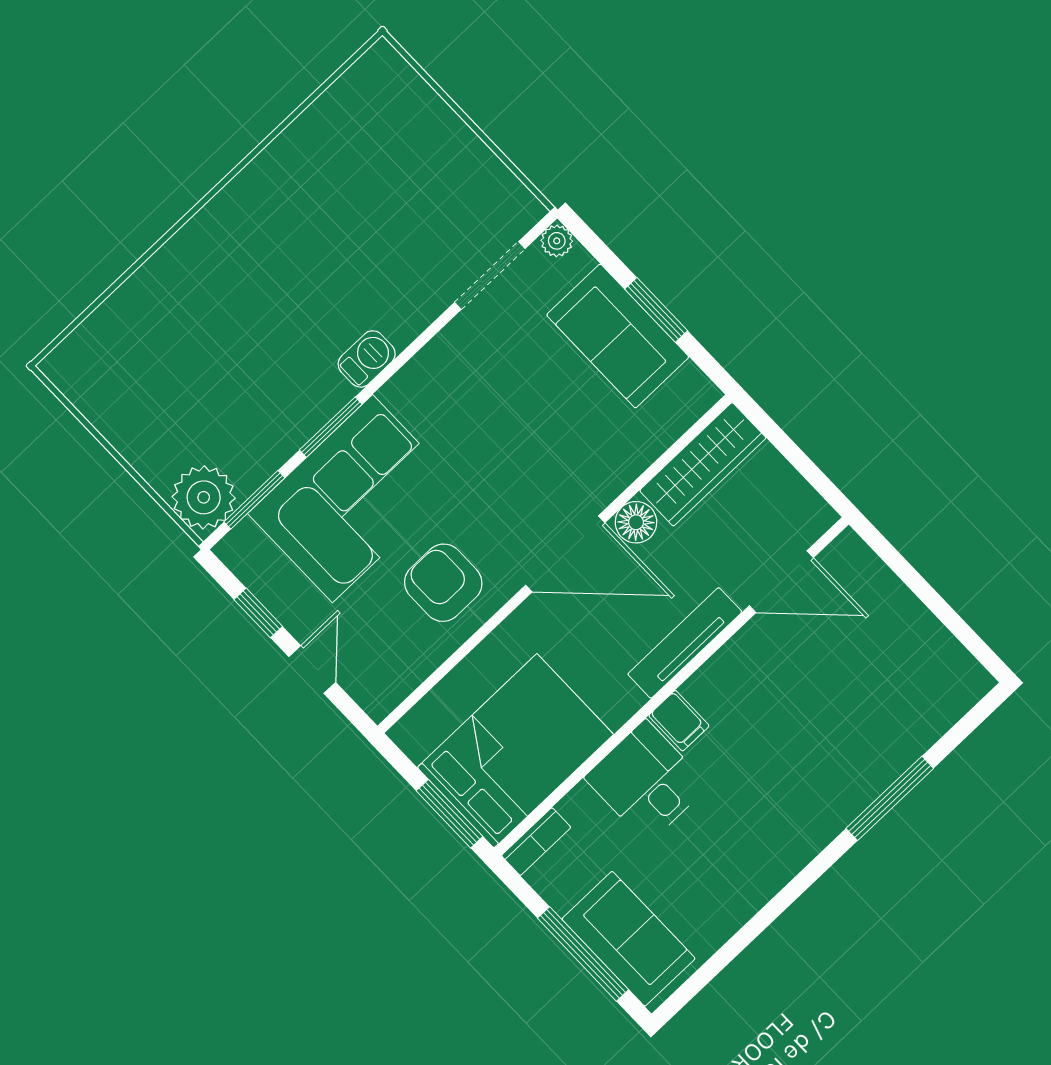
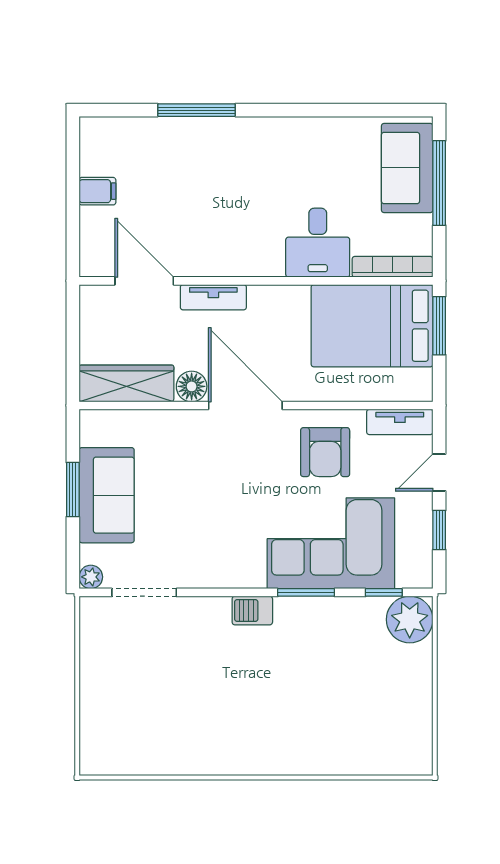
window: (254, 500) -> (384, 592), width x0.67
tv unit: (685, 643) -> (213, 297), width x0.71
tv unit: (398, 682) -> (400, 422), added
filing cabinet: (679, 721) -> (97, 191), moved, turned 90
bookcase: (536, 842) -> (393, 267), width x1.56

